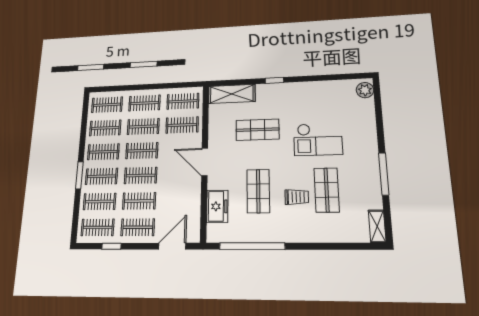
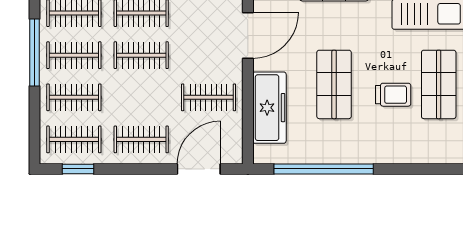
door: (205, 162) -> (248, 35), swing flipped
window: (79, 175) -> (35, 53), width x1.44
clothes rail: (139, 201) -> (209, 97), moved
freezer: (217, 206) -> (269, 108), width x1.40
window: (111, 246) -> (78, 169), moved

